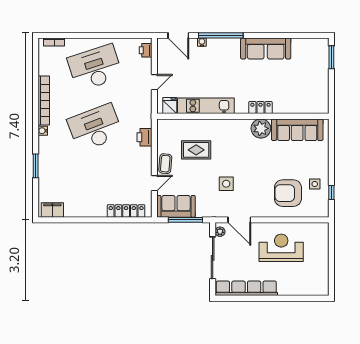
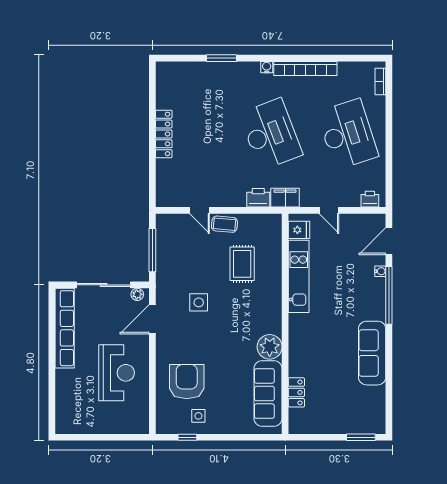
locker: (260, 108) -> (296, 392), moved
sofa: (176, 206) -> (170, 238), removed
filing cabinet: (52, 210) -> (285, 198), moved, turned -90
locker: (126, 211) -> (164, 134), moved

